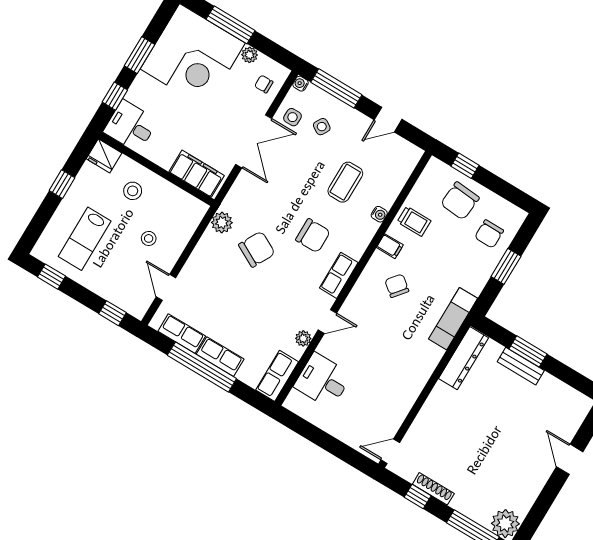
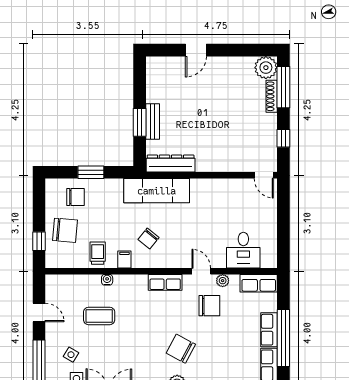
chair: (313, 236) -> (209, 306), moved, turned 90
exam couch: (453, 319) -> (157, 191), width x1.36, depth x1.45
shoe rack: (433, 489) -> (272, 96), moved

